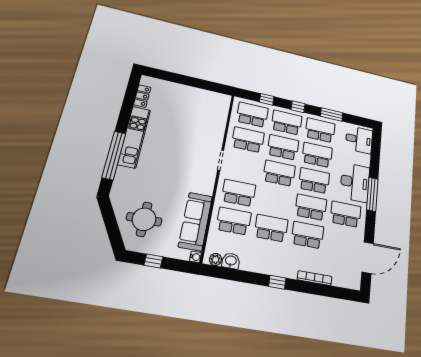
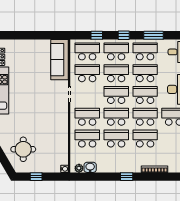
school desk: (275, 200) -> (116, 117), added
sofa: (195, 221) -> (59, 60), moved

